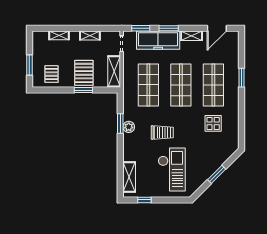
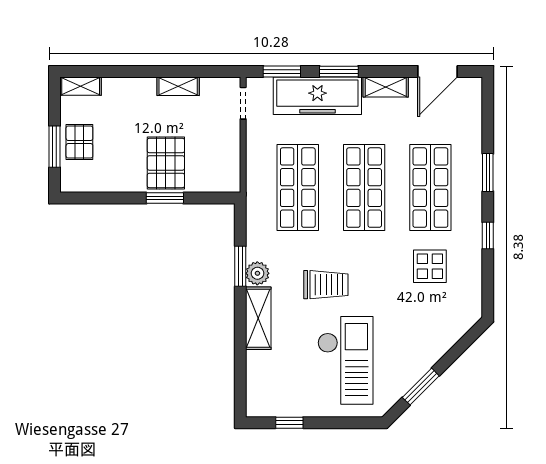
shelving: (59, 35) -> (81, 86), moved
shelving: (114, 71) -> (228, 160), removed
pallet: (51, 74) -> (79, 142), moved
window: (241, 108) -> (488, 236), added
window: (217, 174) -> (421, 387), moved
shelving: (129, 177) -> (258, 318), moved

